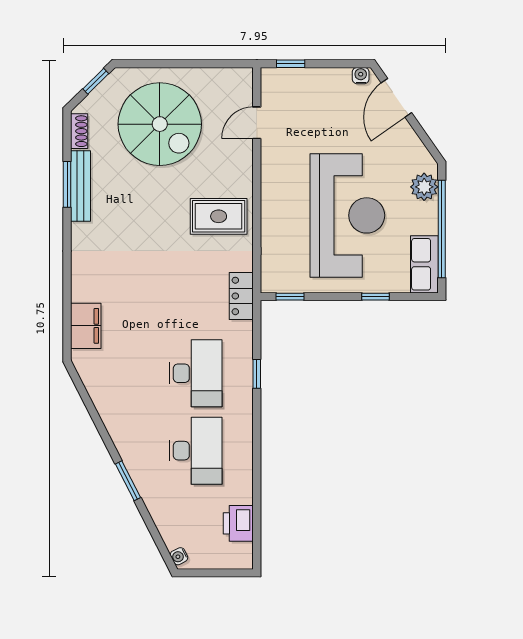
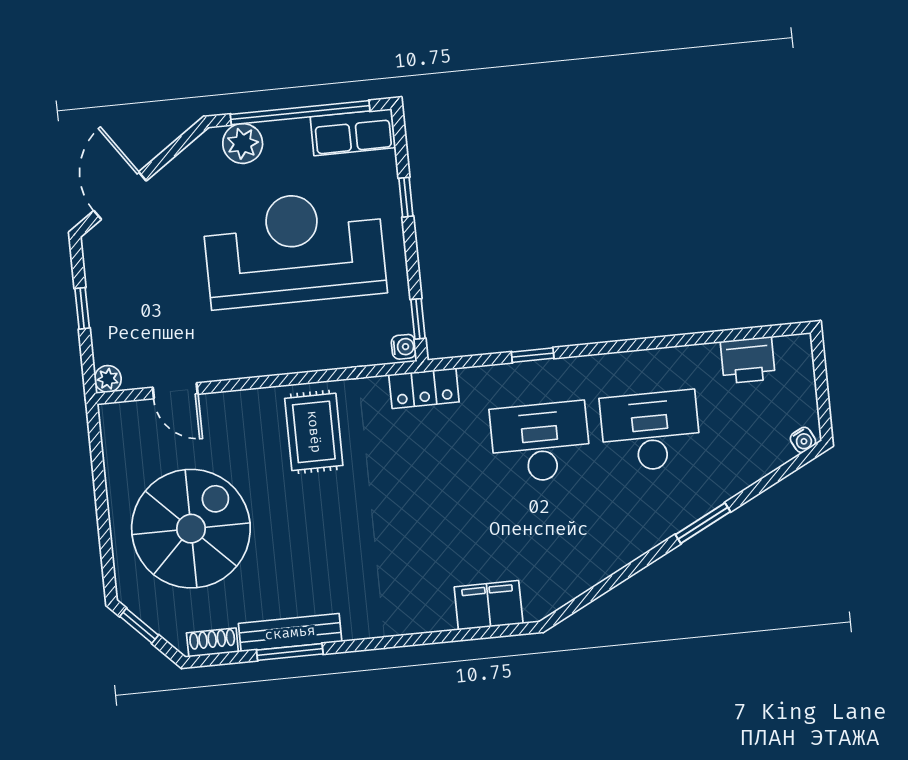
window: (291, 64) -> (82, 308), moved
water cooler: (361, 76) -> (404, 347), moved, turned 180
plant: (270, 77) -> (108, 379), added
door: (396, 98) -> (120, 196), swing flipped

